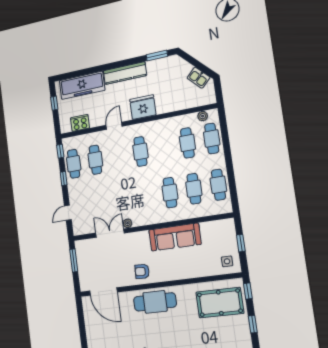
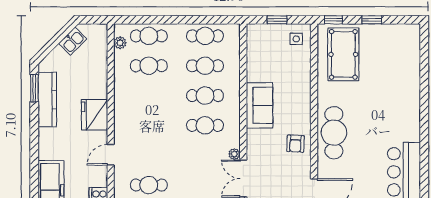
kitchen counter: (125, 73) -> (47, 100), moved
door: (114, 126) -> (111, 155), hinge flipped
cafe table: (140, 152) -> (205, 125), moved
sofa: (175, 237) -> (259, 105), width x0.73

